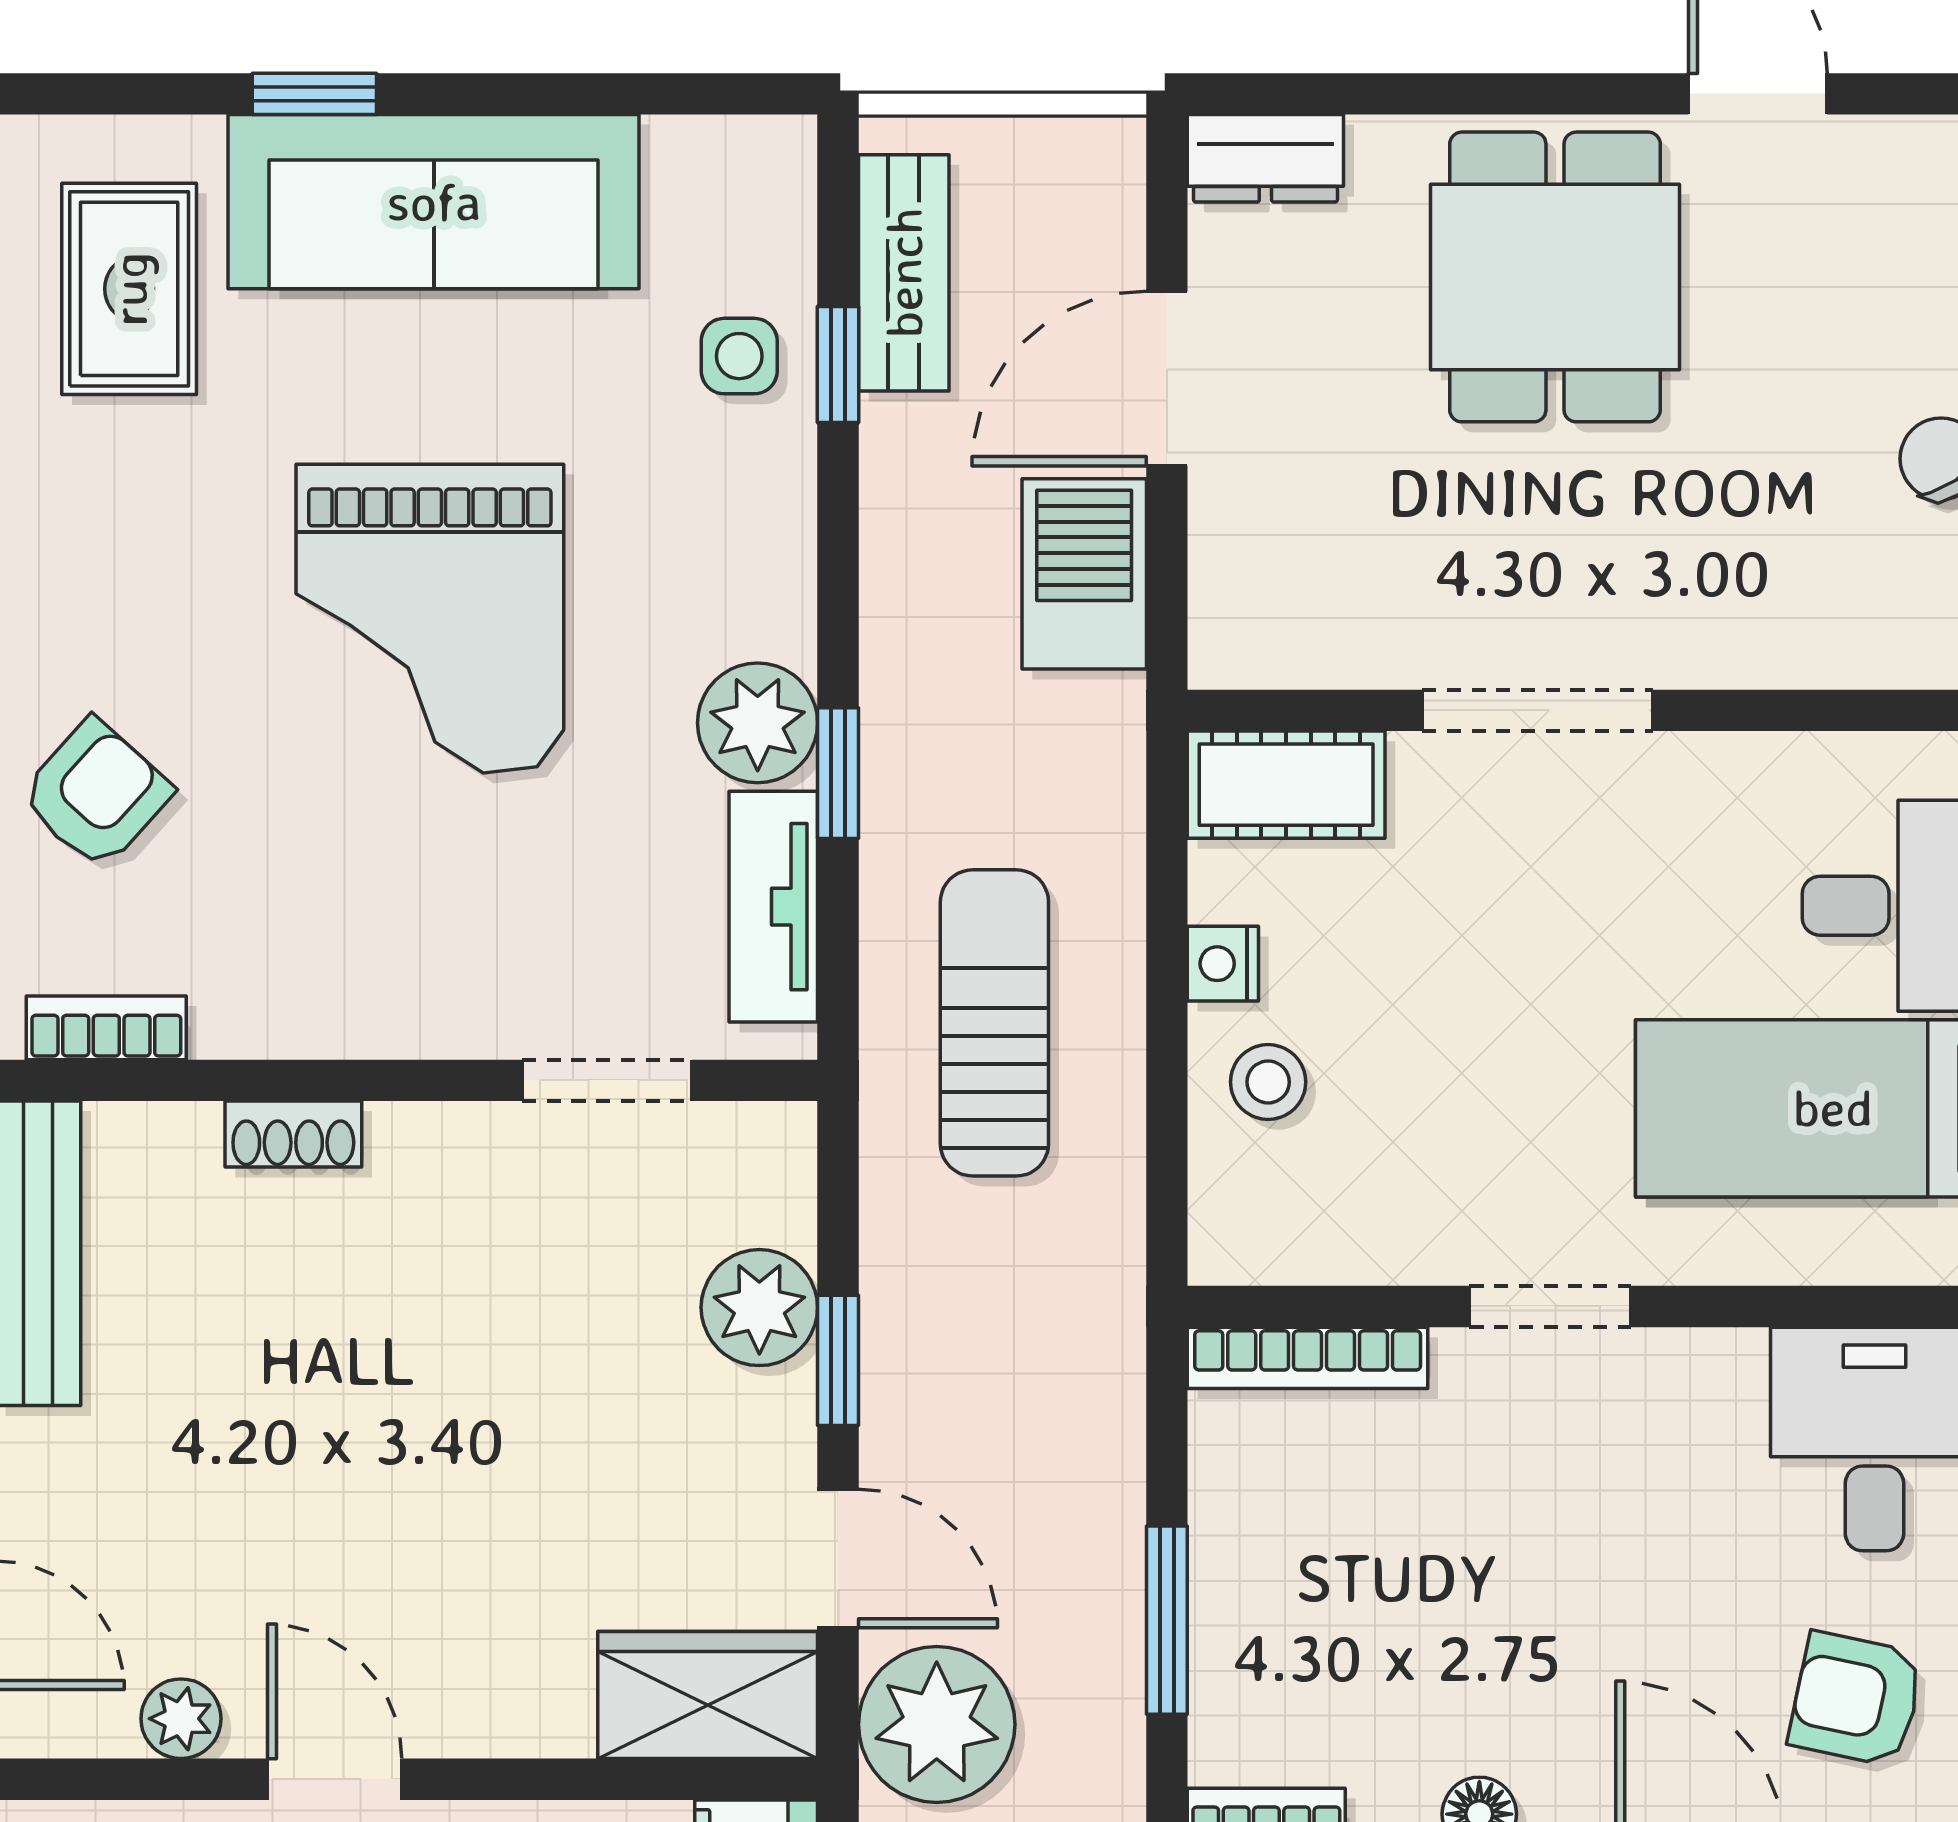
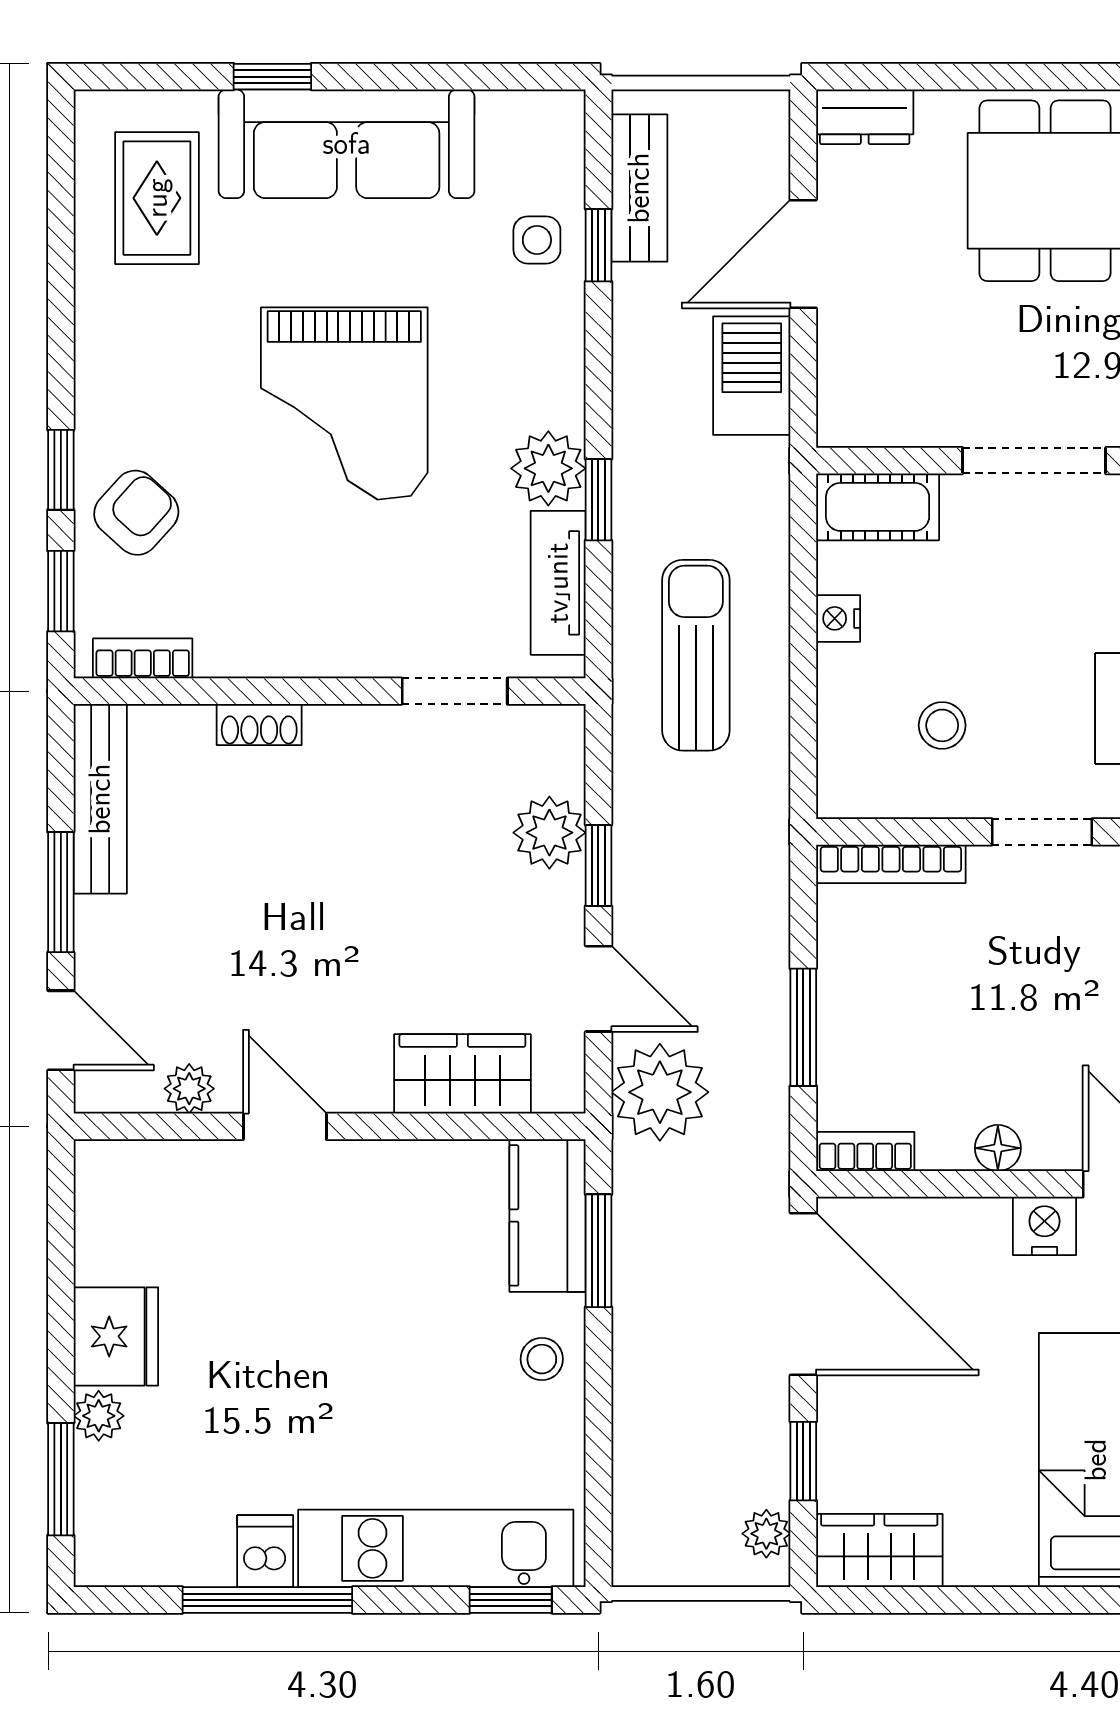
stool: (1268, 1082) -> (942, 725), moved
wardrobe: (708, 1695) -> (462, 1074), moved

